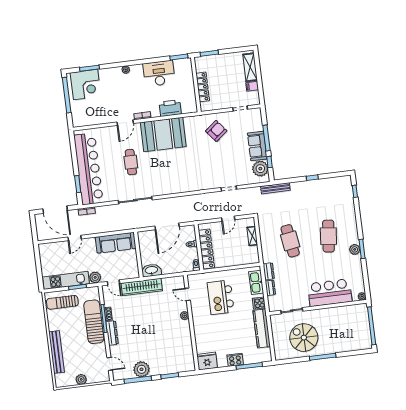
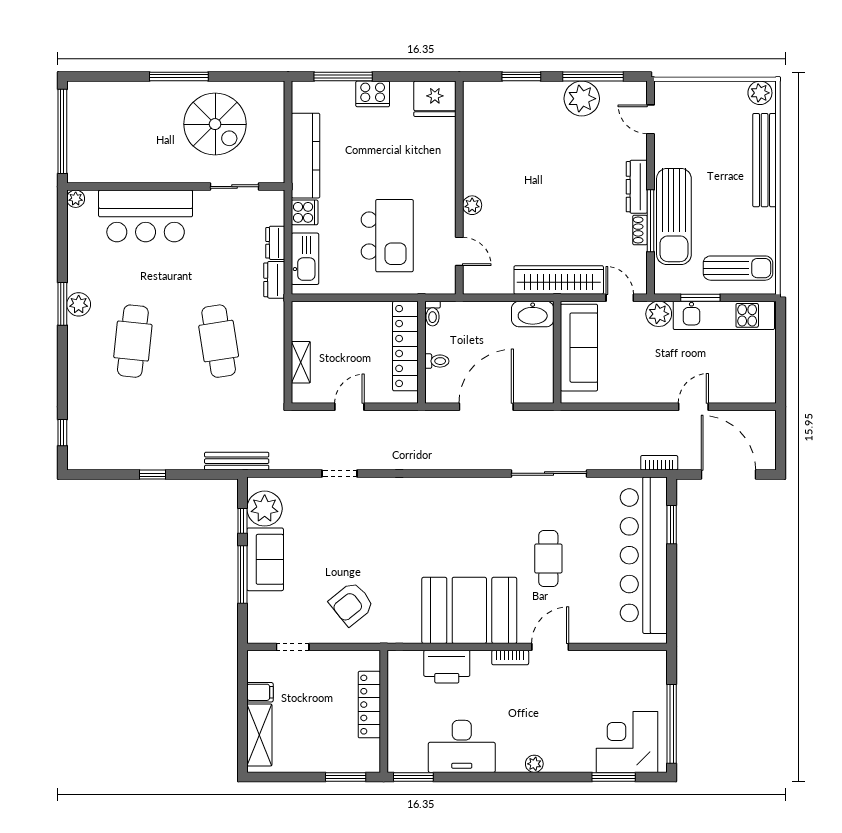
sofa: (116, 243) -> (579, 348), moved, turned 90
plant: (81, 379) -> (760, 93), moved

